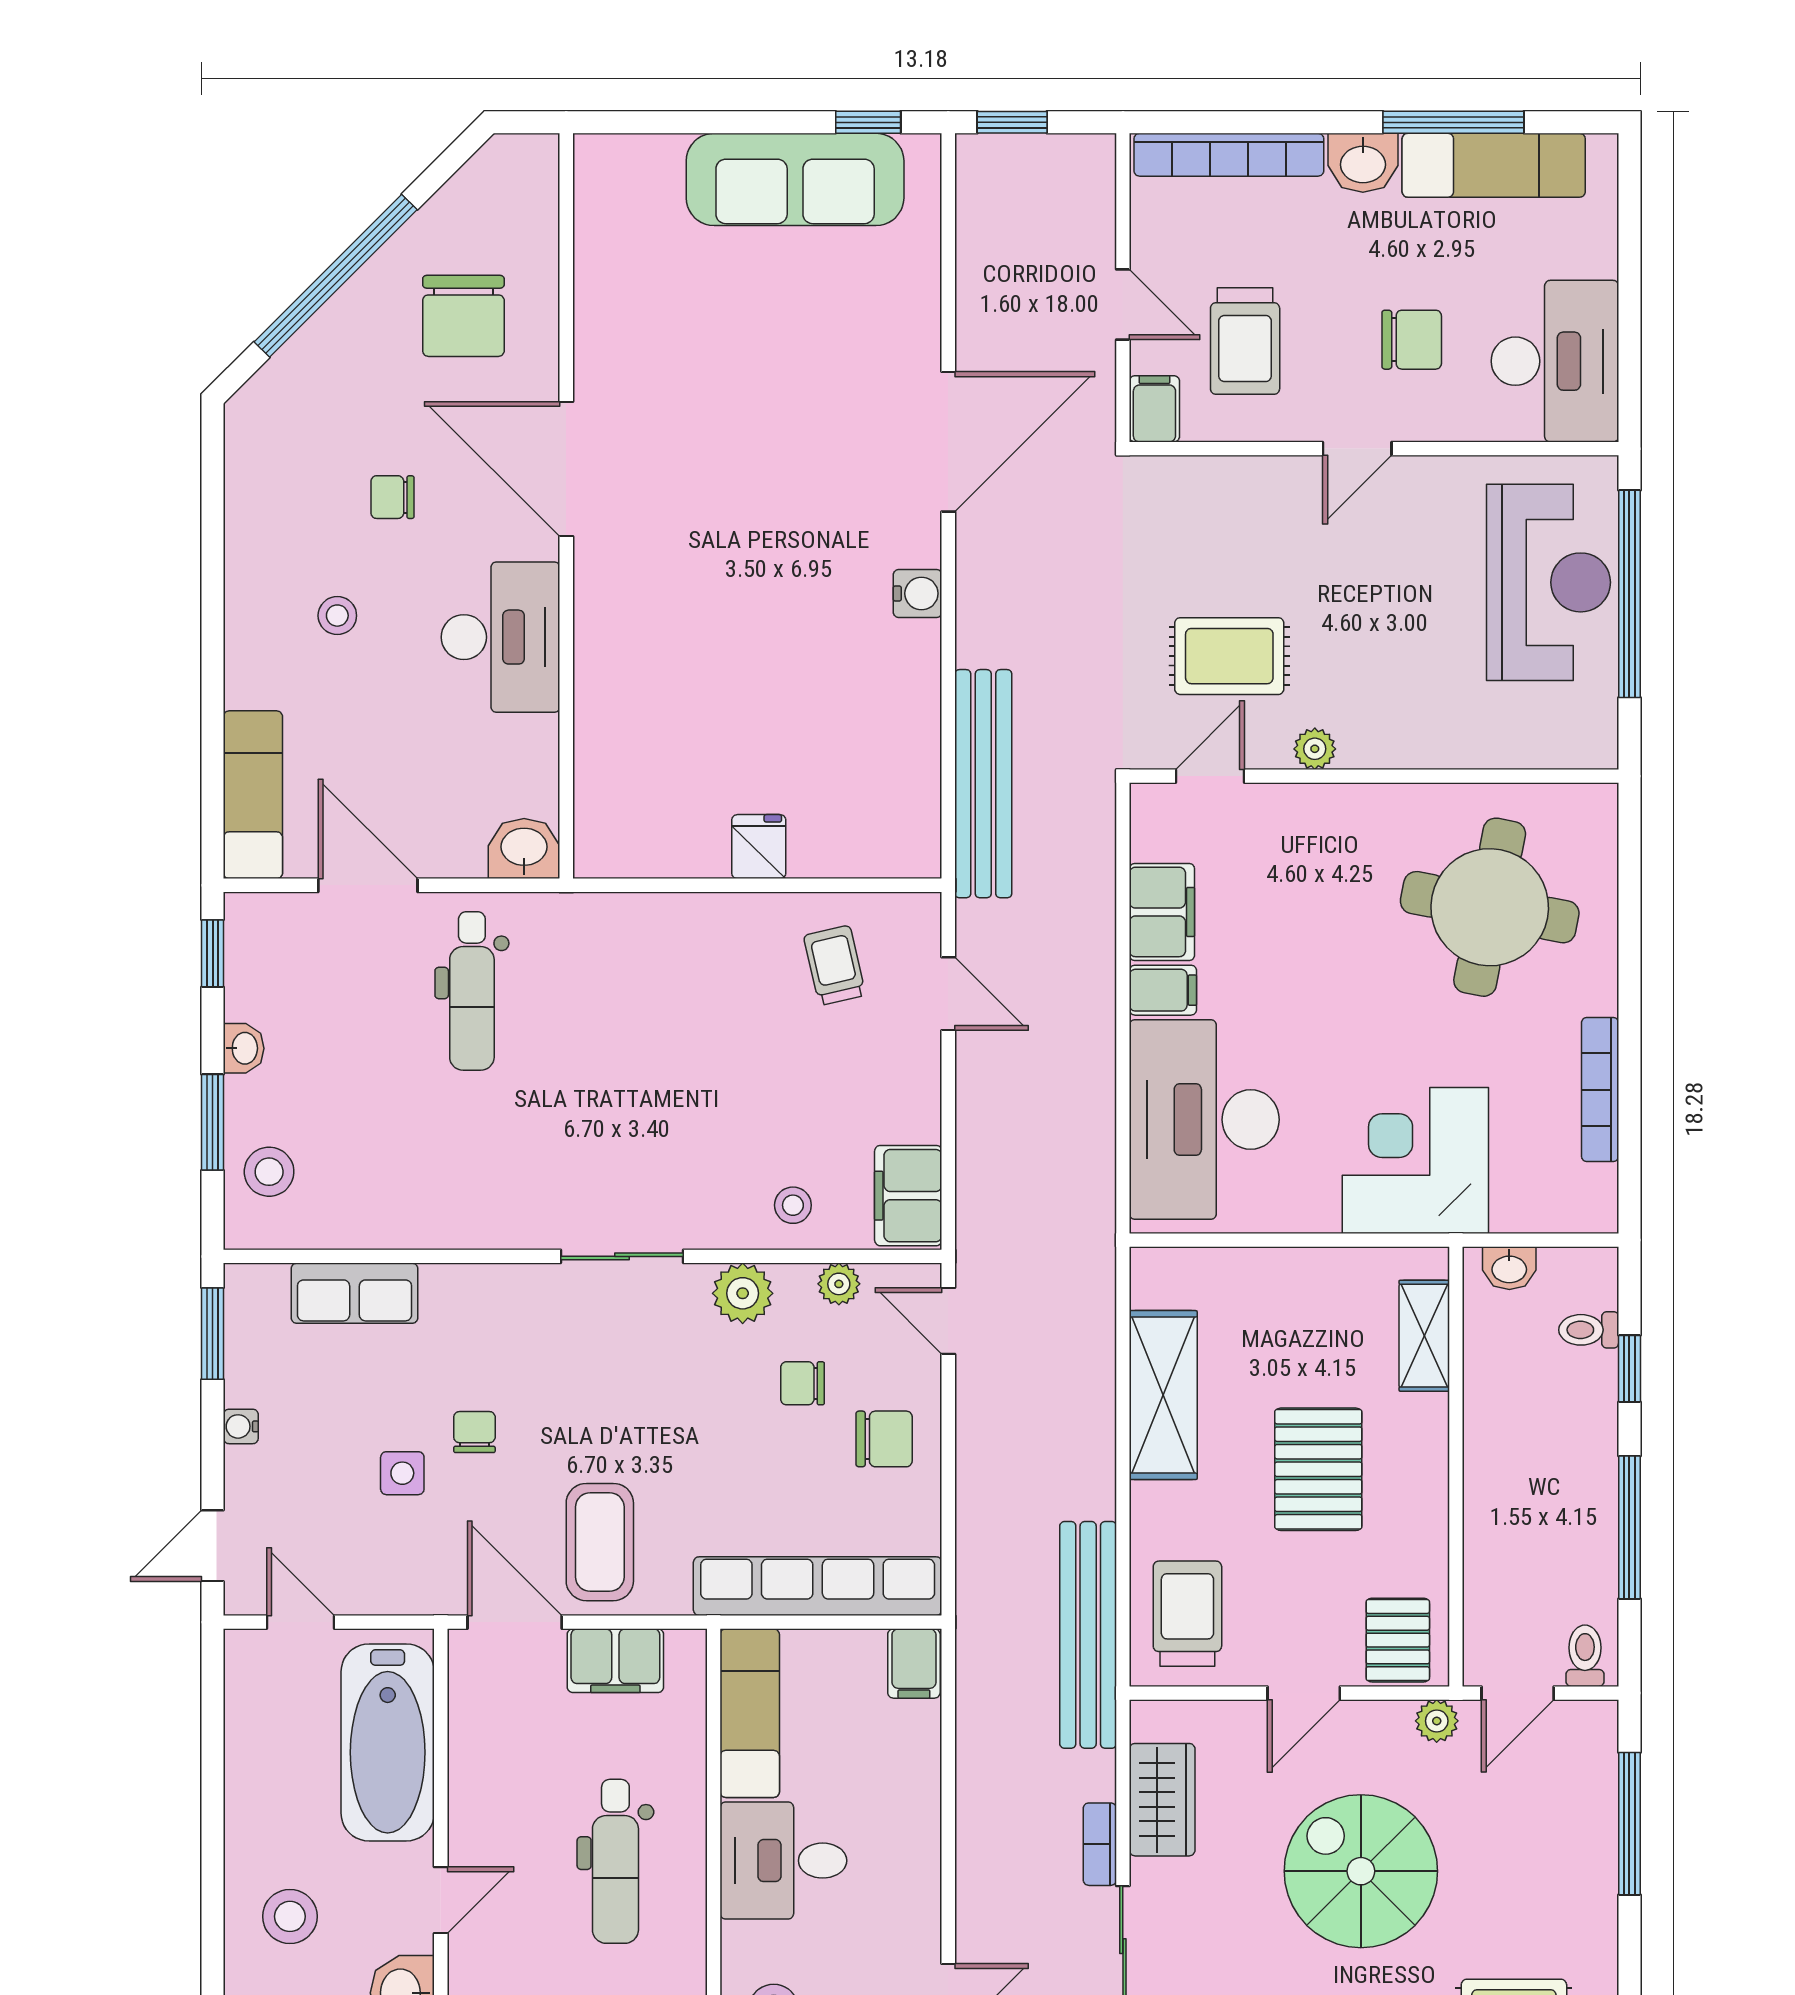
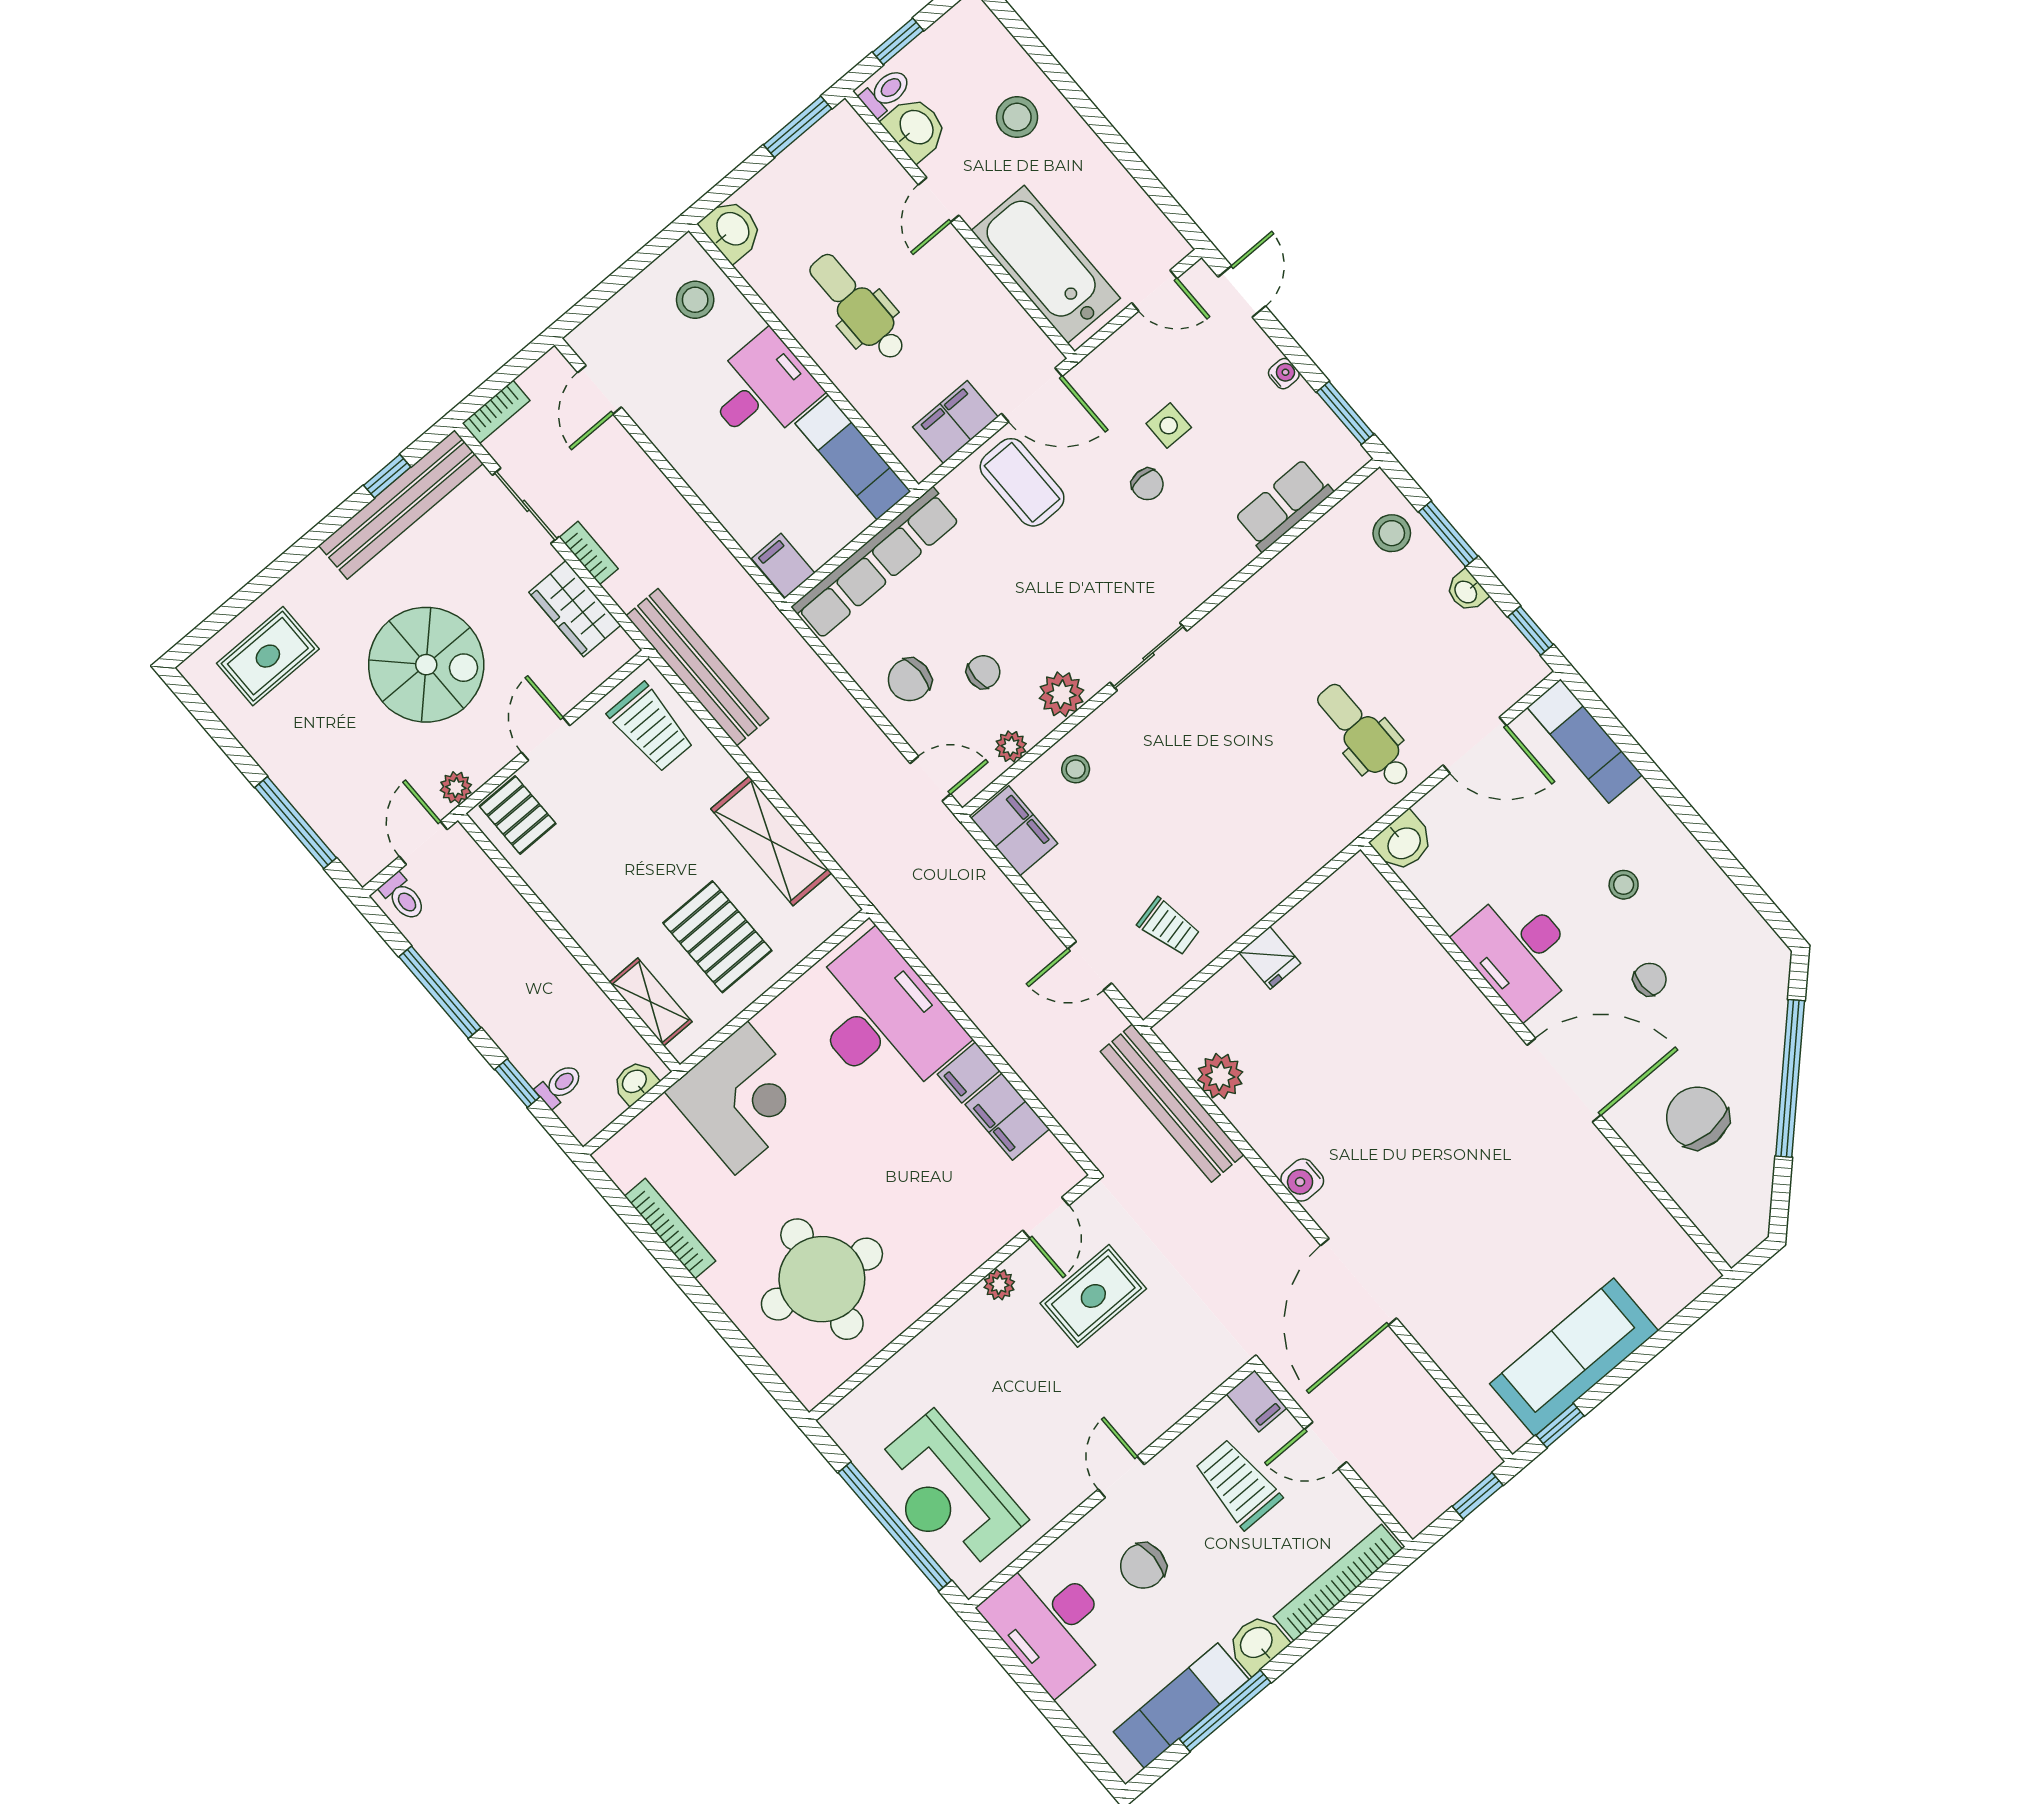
plant: (911, 770) -> (1220, 1076), added
pallet: (1318, 1469) -> (717, 937), moved

